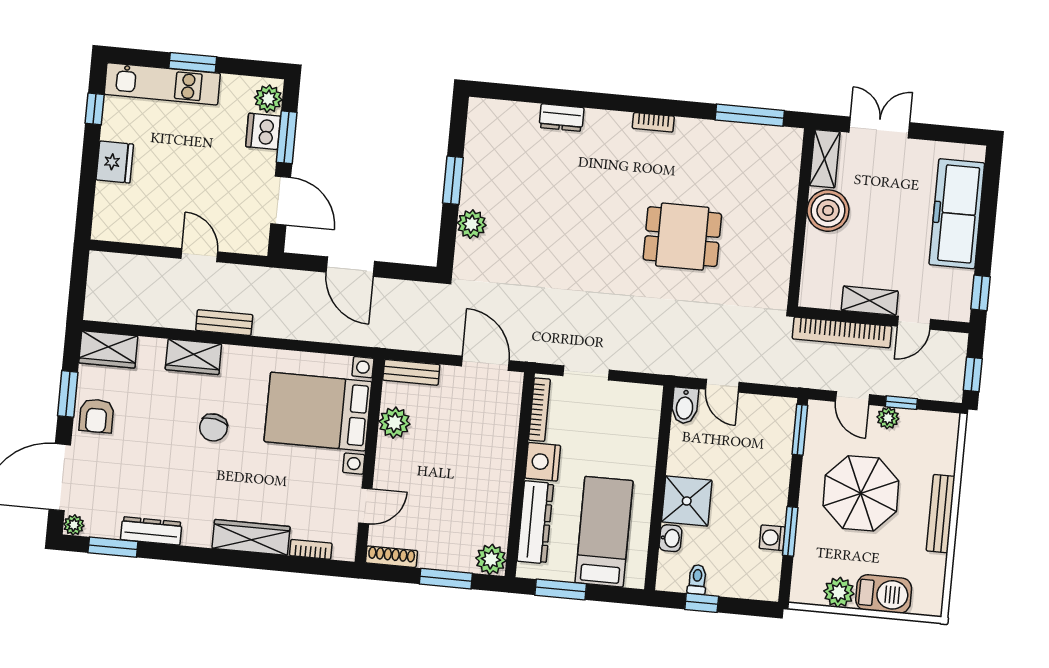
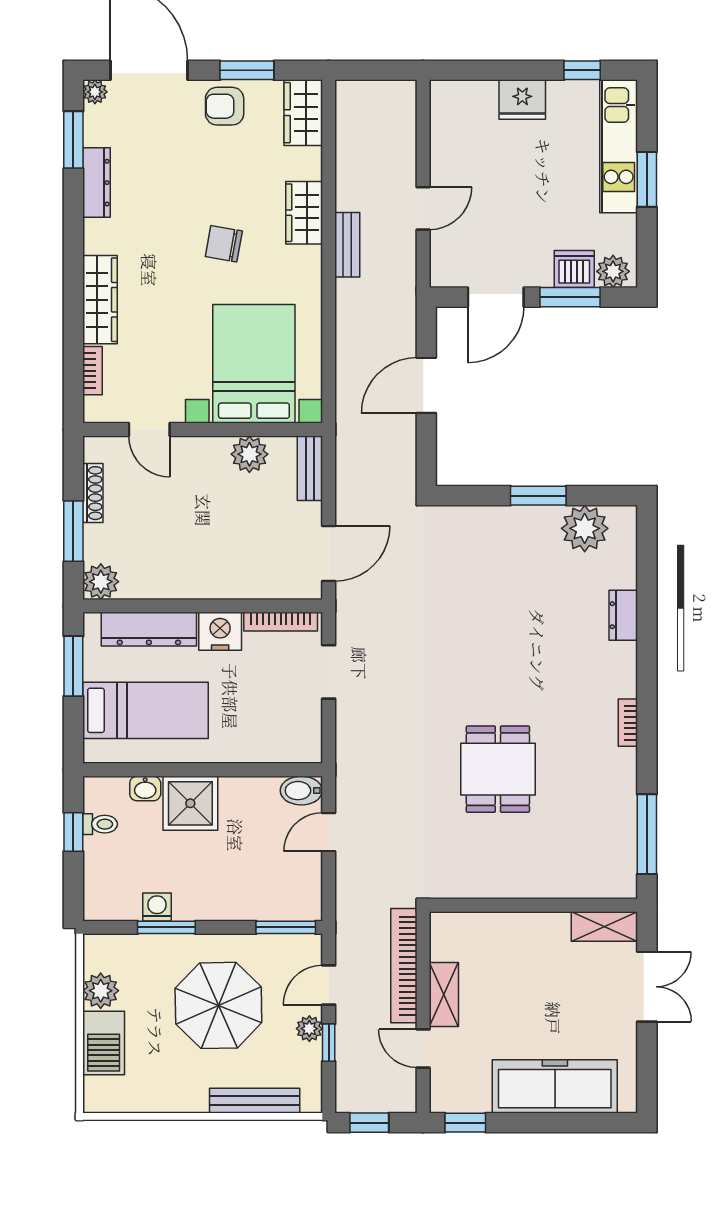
boiler: (828, 211) -> (544, 936), removed
plant: (472, 224) -> (585, 528), moved, width x1.36, depth x1.36
bench: (941, 514) -> (255, 1101), moved
shoe rack: (391, 557) -> (93, 493), moved

